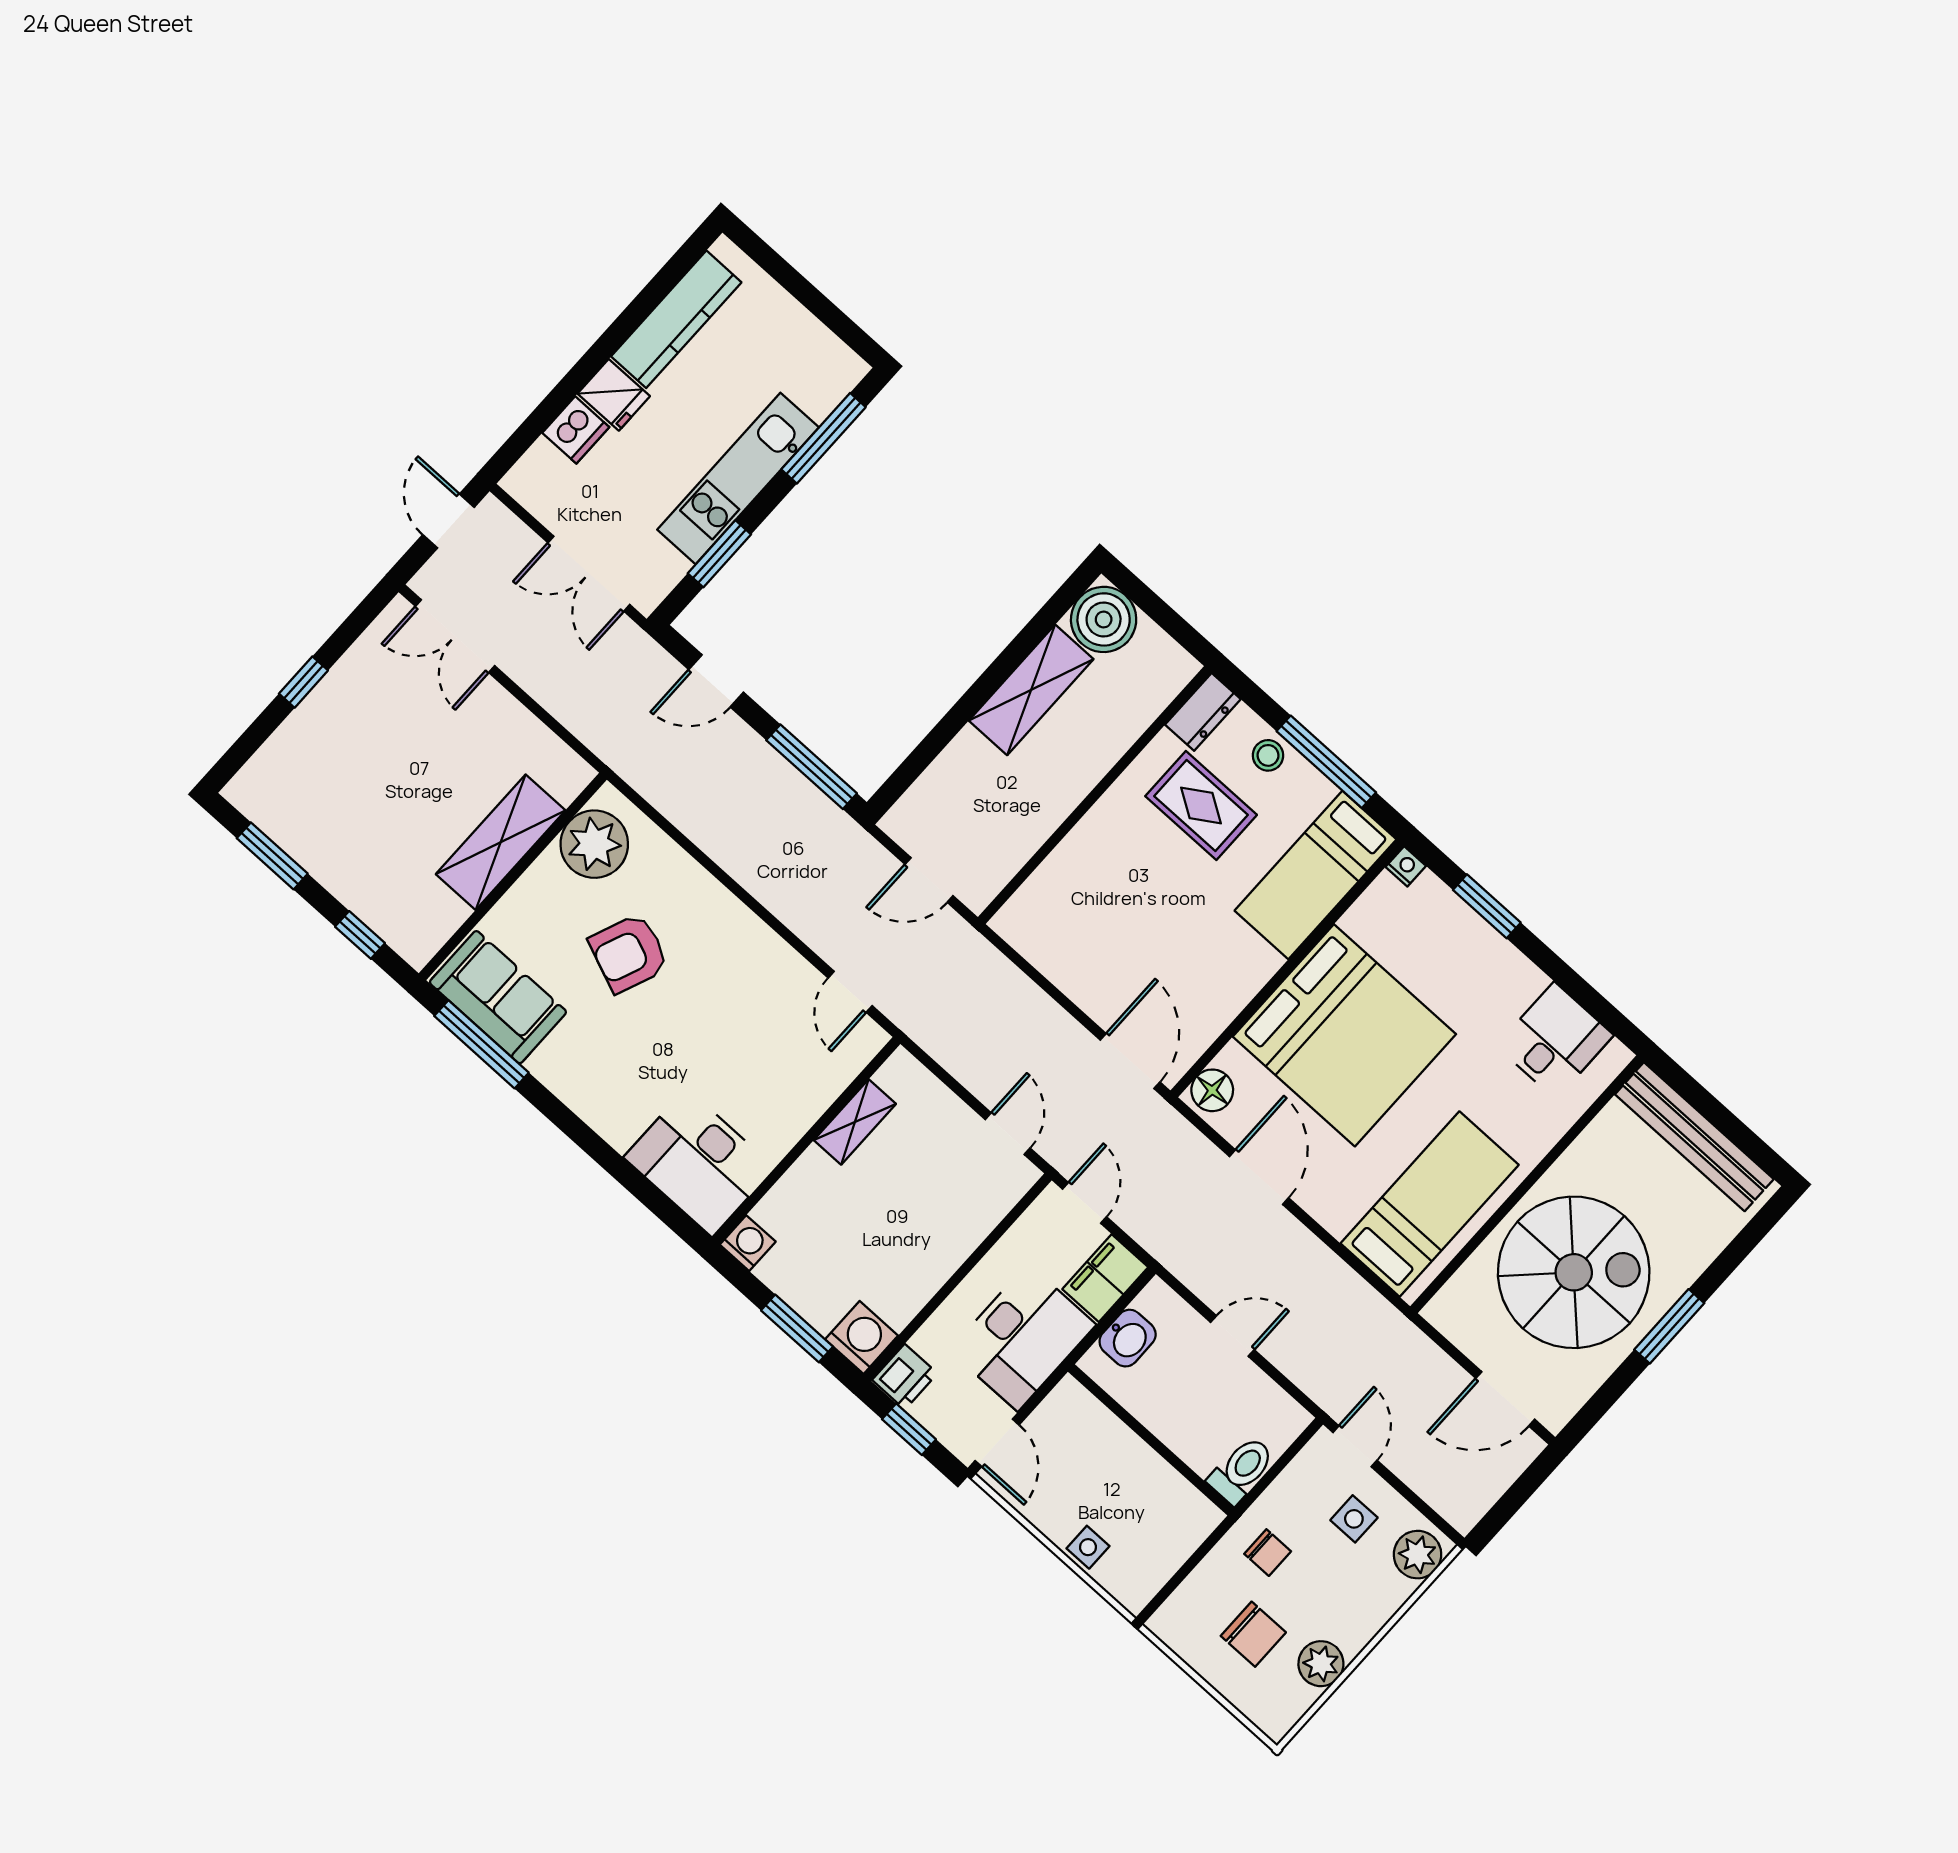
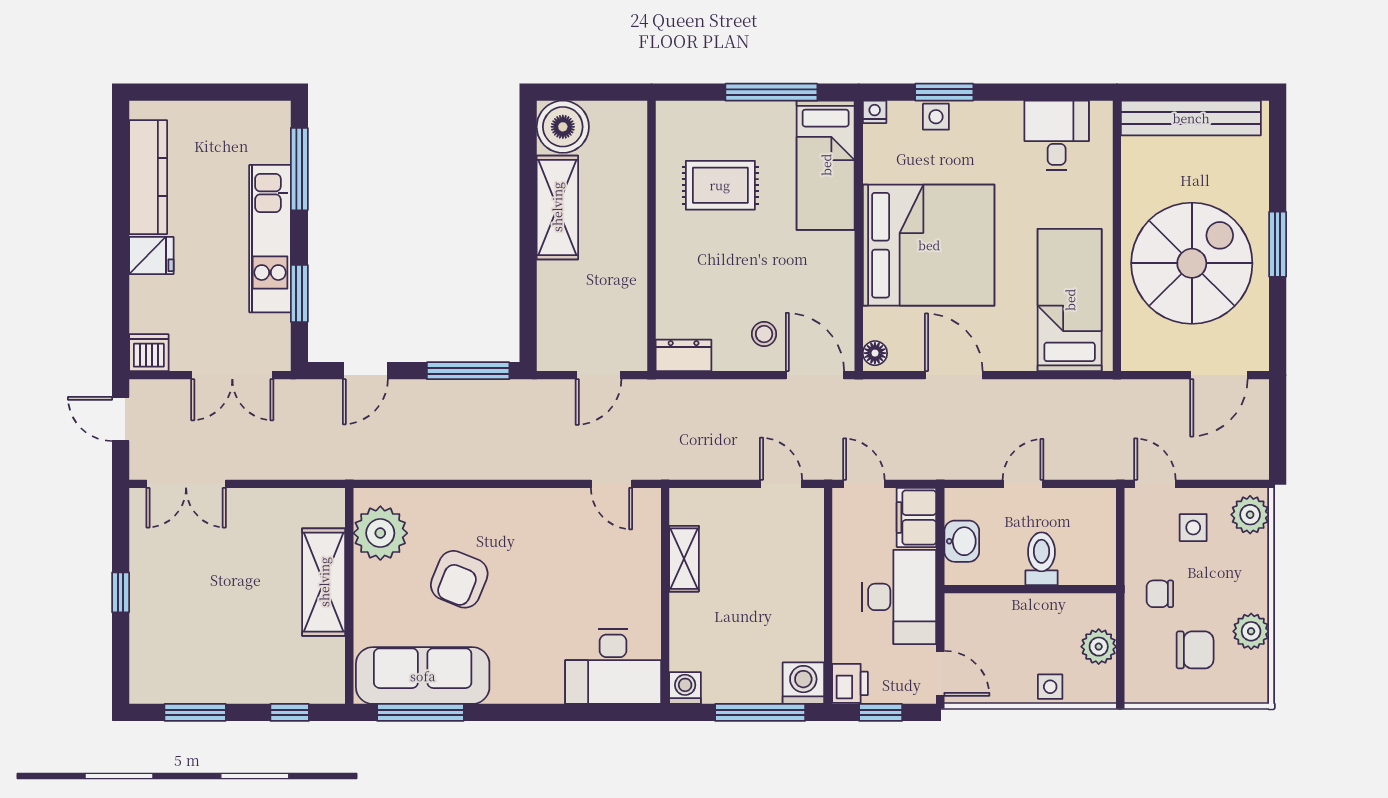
dishwasher: (576, 430) -> (149, 353), moved, turned -90
dresser: (1203, 712) -> (684, 355), moved, turned -90
stool: (1268, 755) -> (764, 334), moved
side table: (1459, 922) -> (936, 117), added
sofa: (498, 997) -> (423, 676), width x1.36
floor lamp: (1212, 1090) -> (875, 353), width x0.73, depth x0.73
window: (797, 1328) -> (760, 712), width x1.44
toilet: (1242, 1470) -> (1041, 559), moved
plant: (1167, 1550) -> (1099, 647), added
chair: (1268, 1553) -> (1160, 594), turned 180

